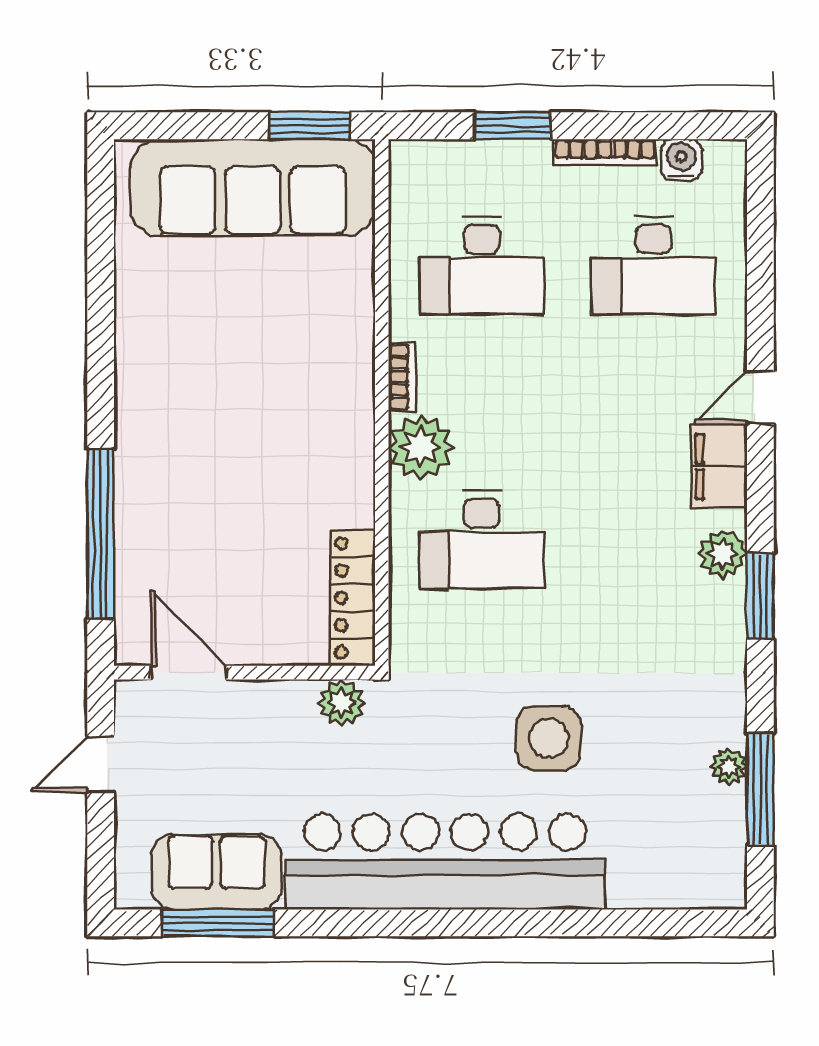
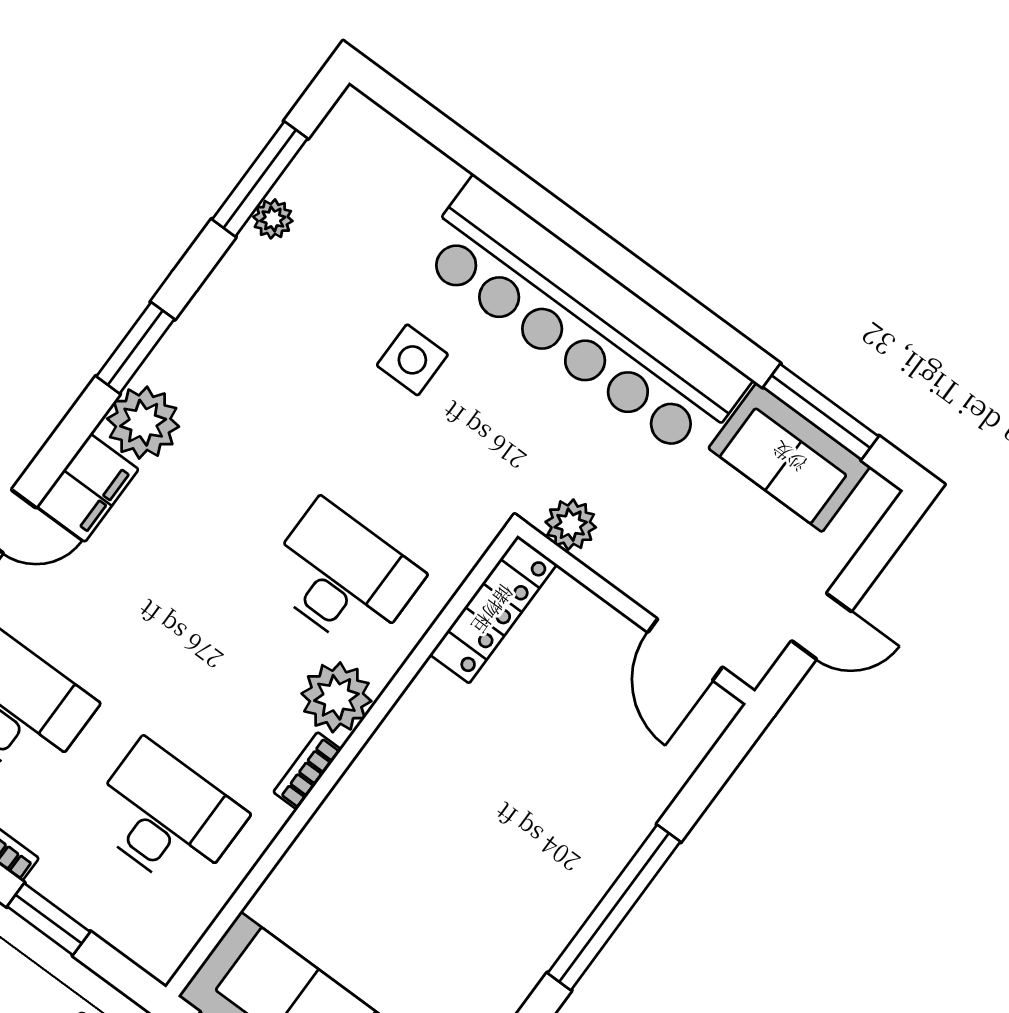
window: (101, 534) -> (614, 907), moved
plant: (723, 554) -> (143, 423), width x1.36, depth x1.36
side table: (549, 738) -> (412, 360), width x0.73, depth x0.73

